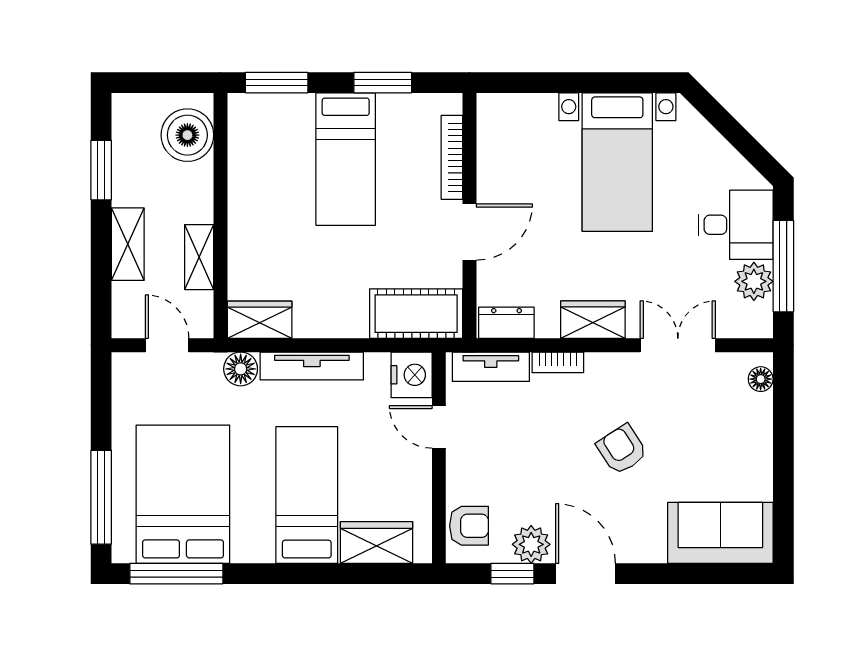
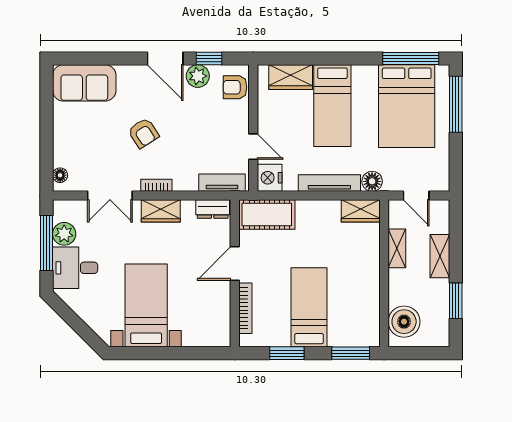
bookcase: (558, 362) -> (156, 185), moved

